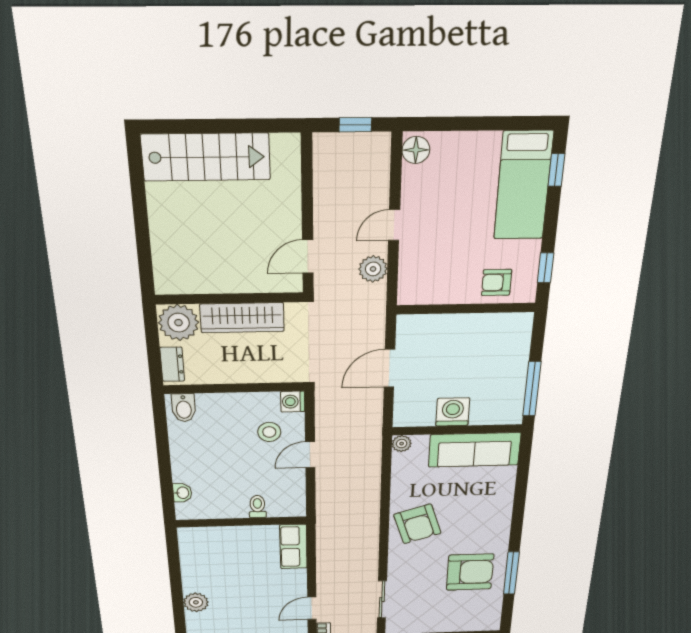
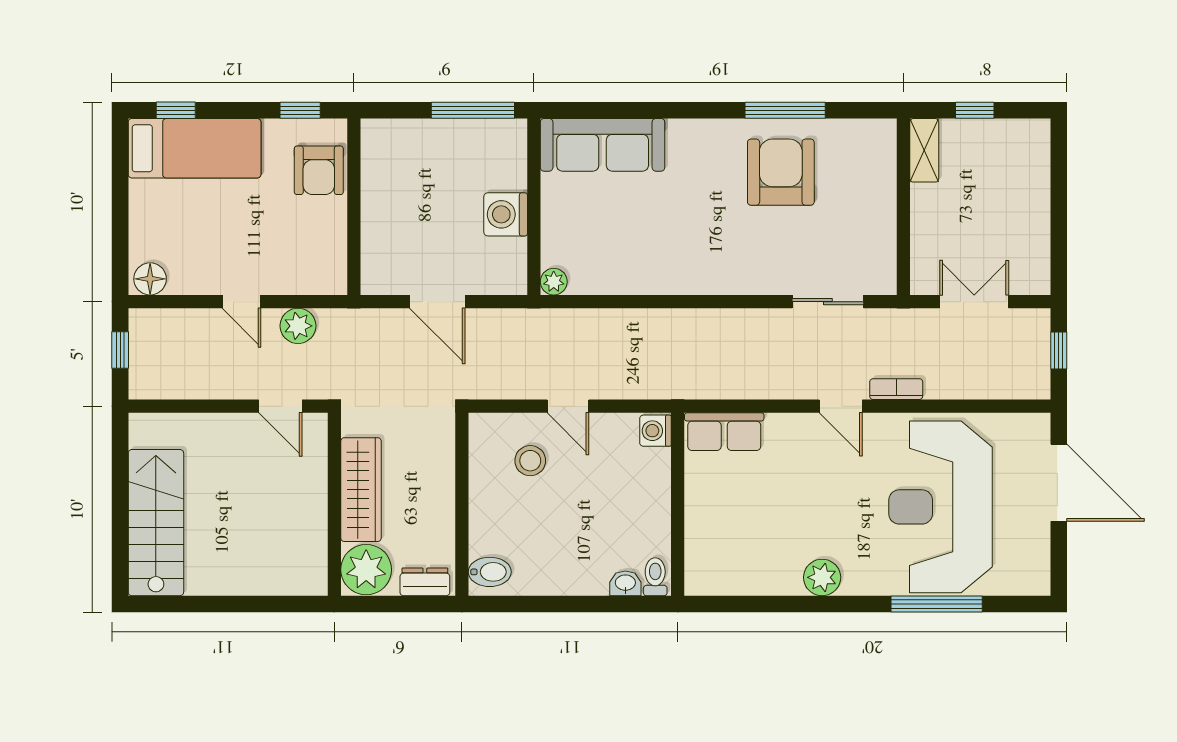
armchair: (497, 282) -> (319, 170), width x1.38, depth x1.38
washing machine: (293, 402) -> (655, 431), moved, turned 90
sofa: (475, 450) -> (603, 145), moved, turned 90
toilet: (257, 507) -> (655, 577), moved, turned 90
armchair: (417, 524) -> (690, 254), removed

